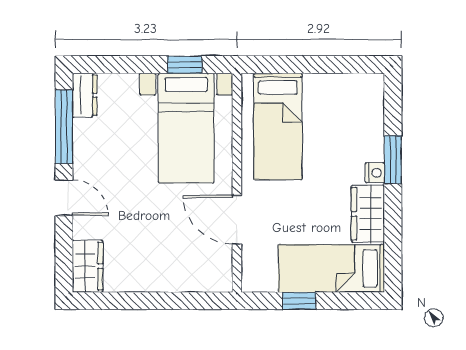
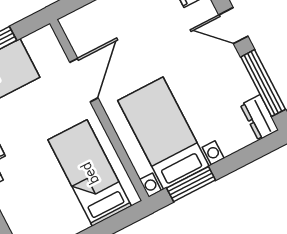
window: (185, 65) -> (191, 184), width x1.50
door: (237, 220) -> (84, 80), hinge flipped

